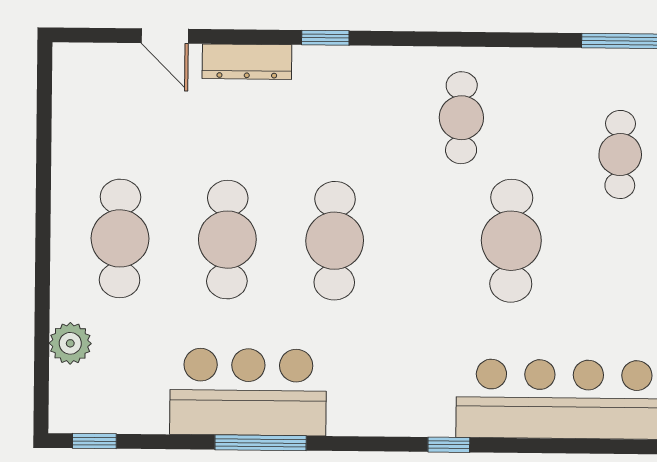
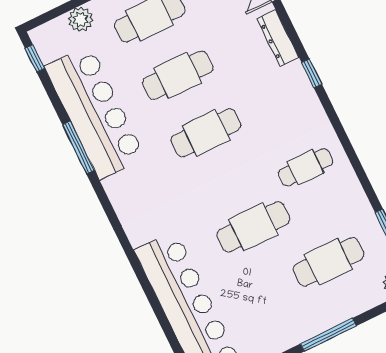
cafe table: (620, 154) -> (328, 262), width x1.37, depth x1.35
bar counter: (248, 392) -> (95, 112), width x1.36
window: (449, 445) -> (128, 248), removed

